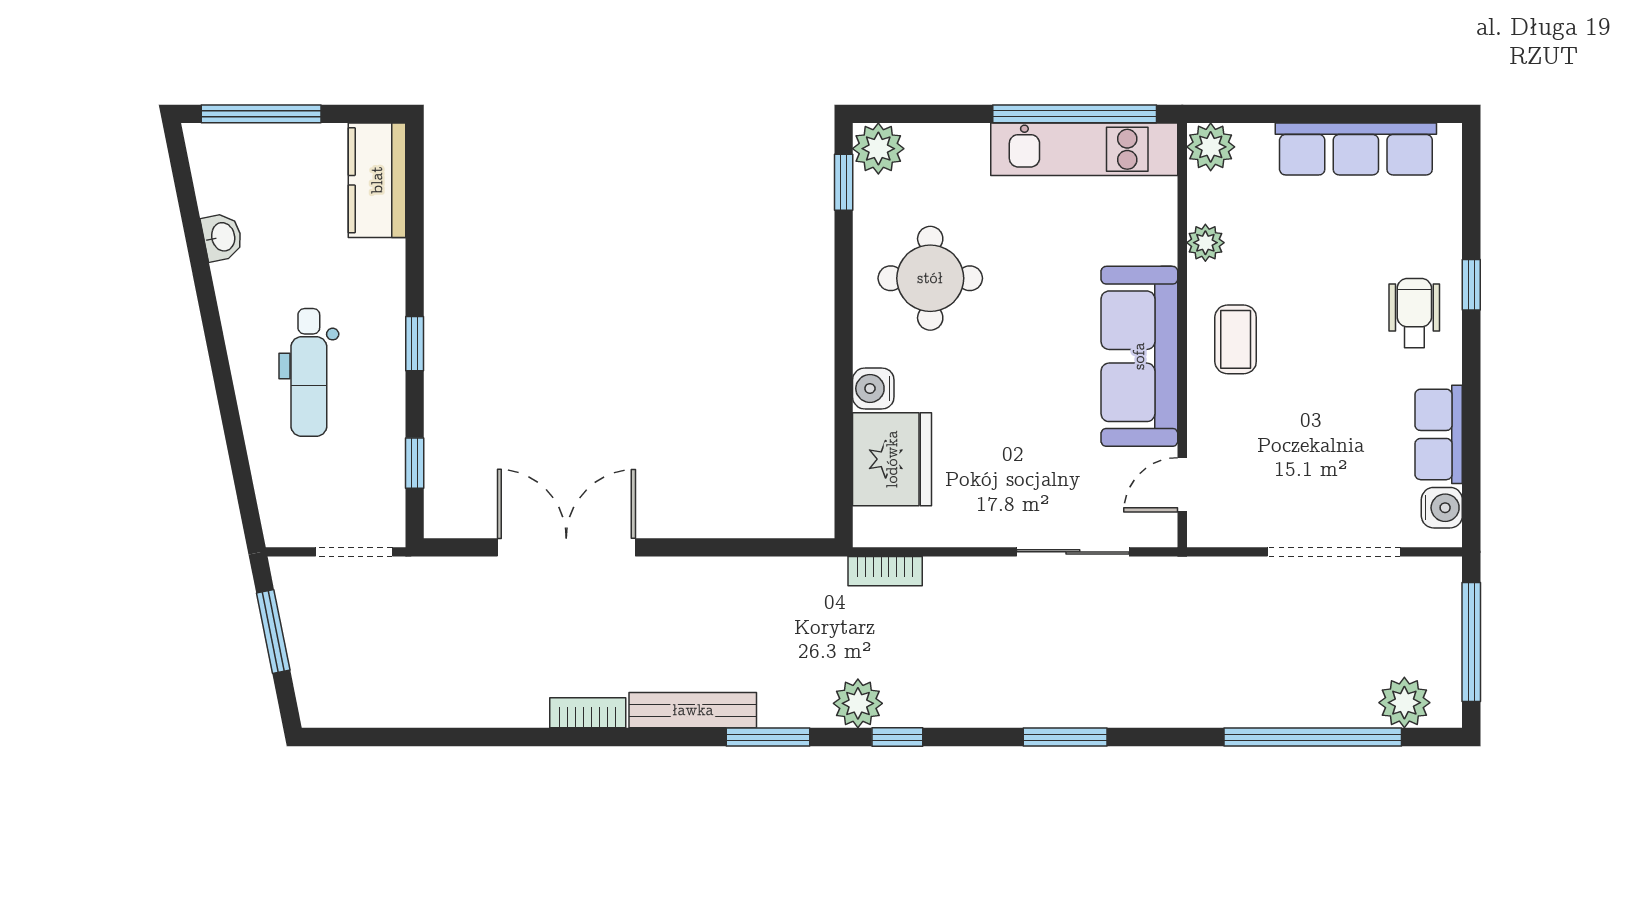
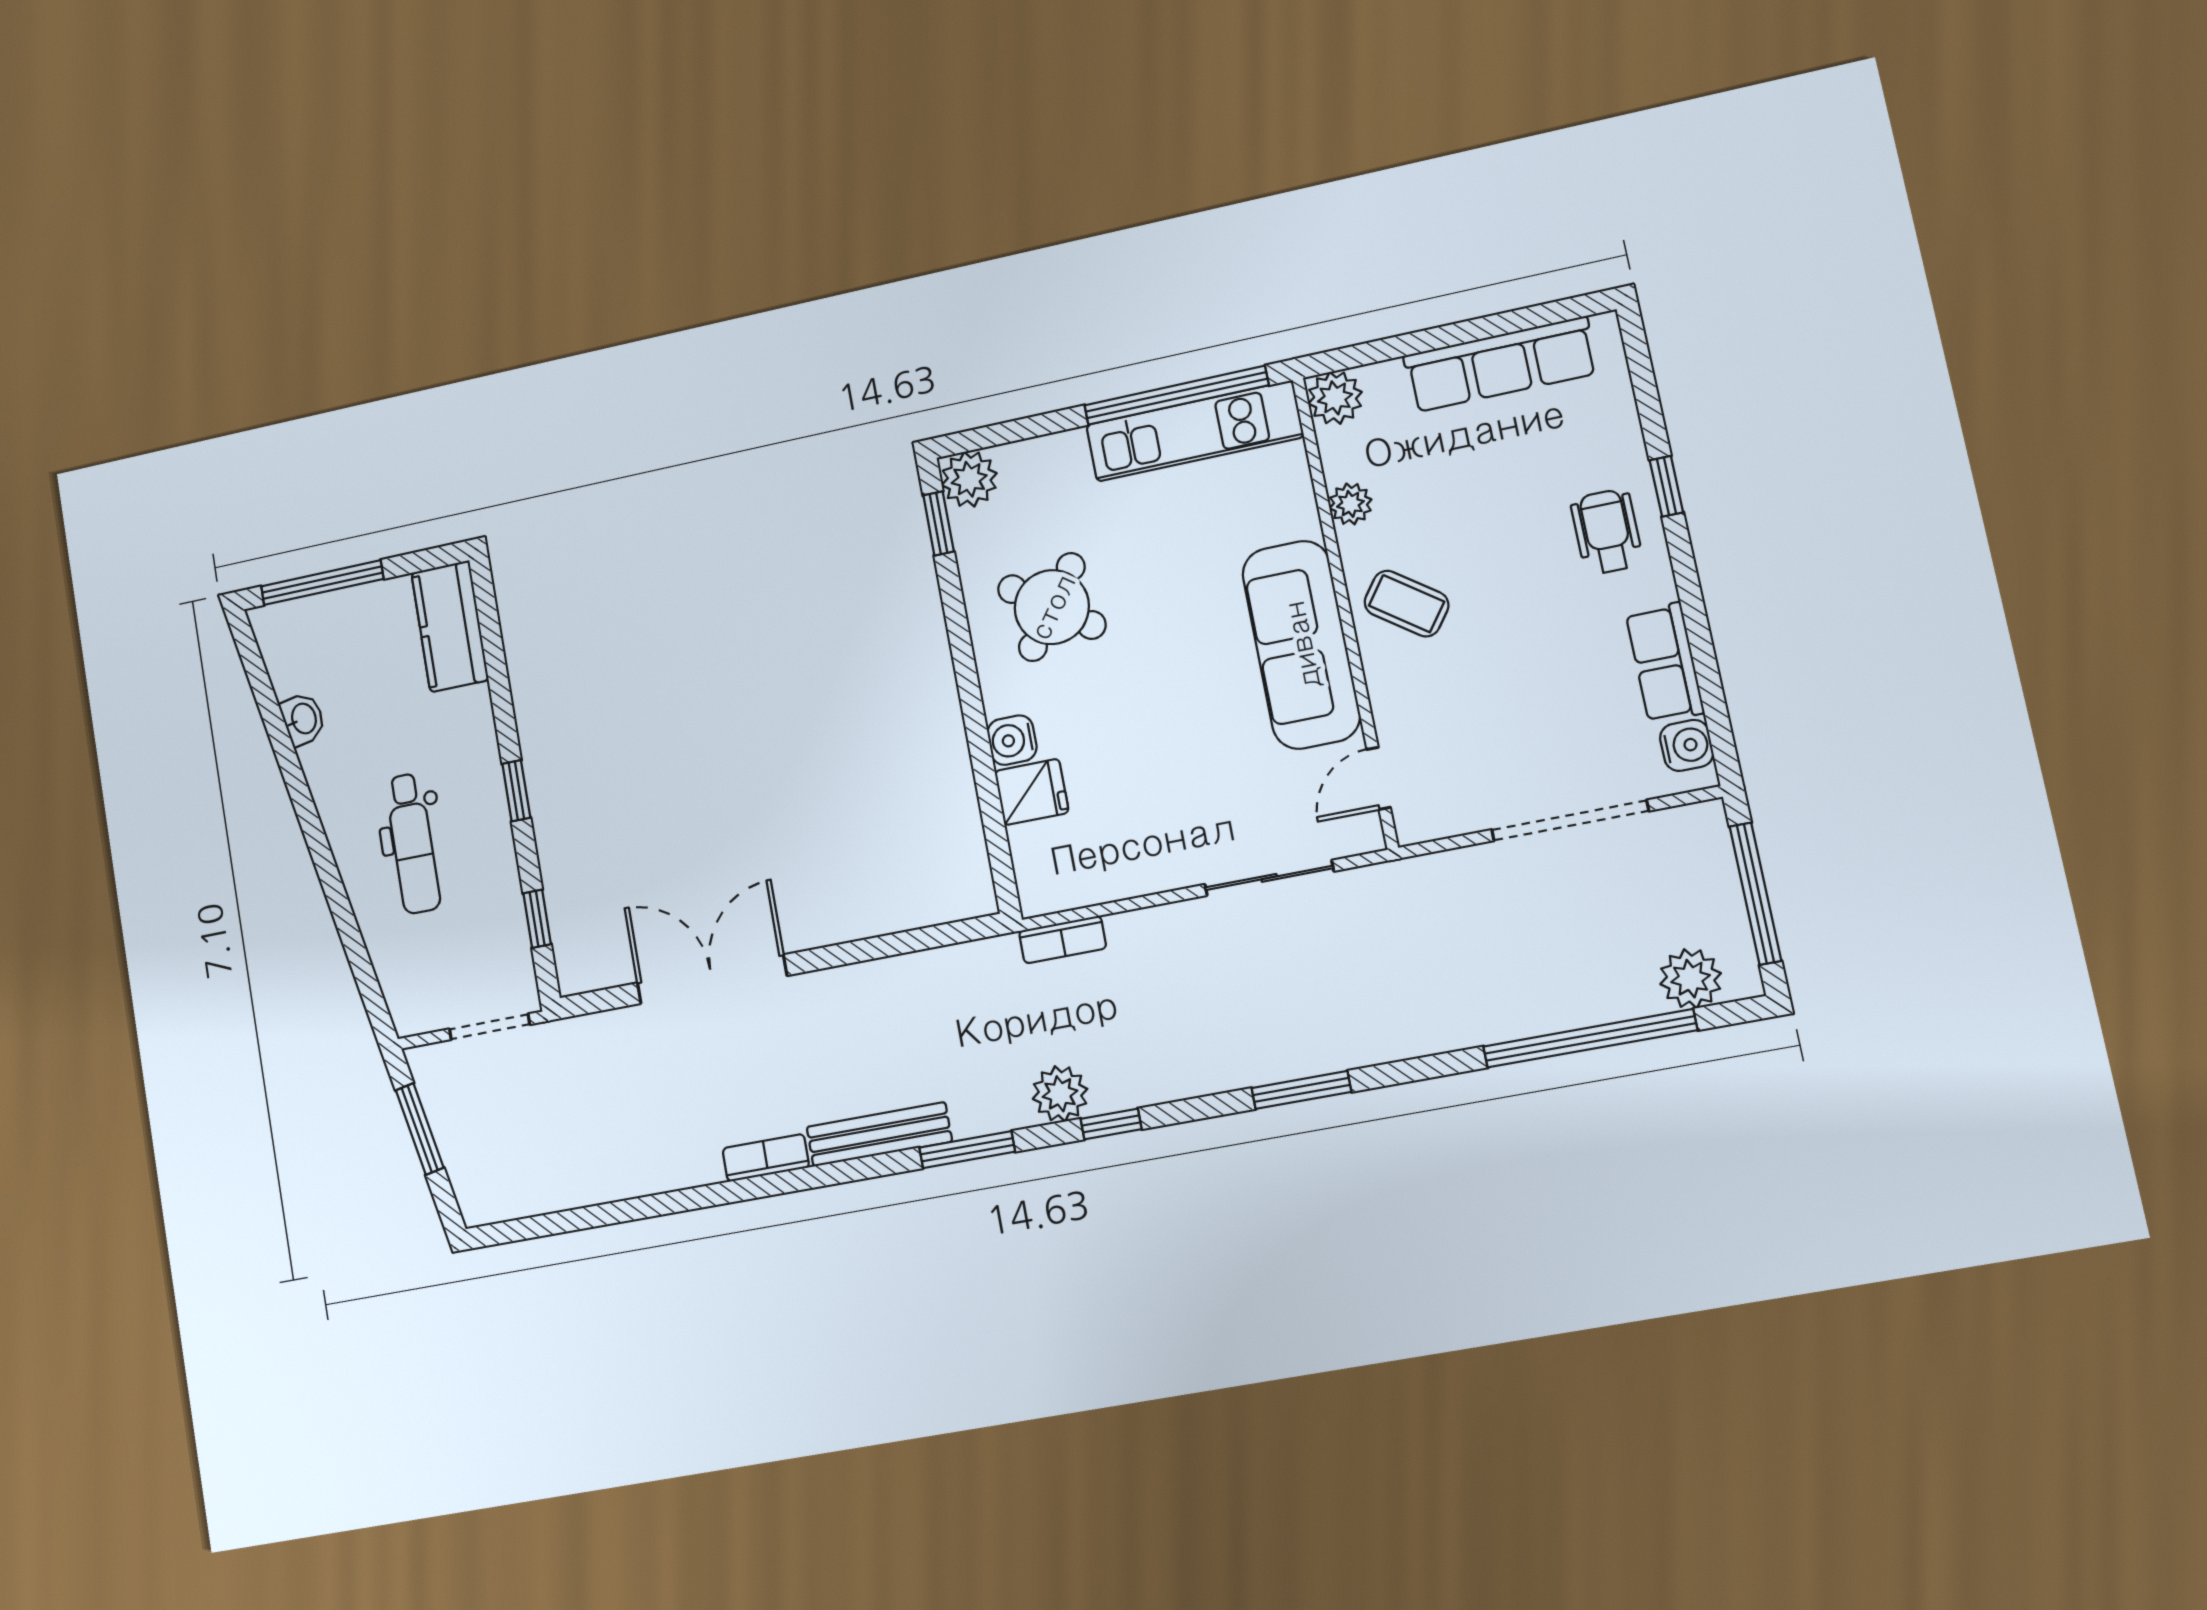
round table: (930, 278) -> (1052, 607), turned 36
coffee table: (1236, 339) -> (1407, 604), turned -54
fridge: (892, 459) -> (1032, 792), width x0.53, depth x0.75

